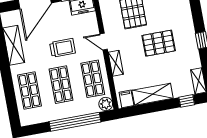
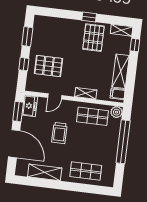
door: (104, 42) -> (55, 96), moved
pallet: (159, 43) -> (93, 38), moved
trolley: (63, 48) -> (59, 133), turned 180
shop shelf: (61, 85) -> (89, 144), removed

